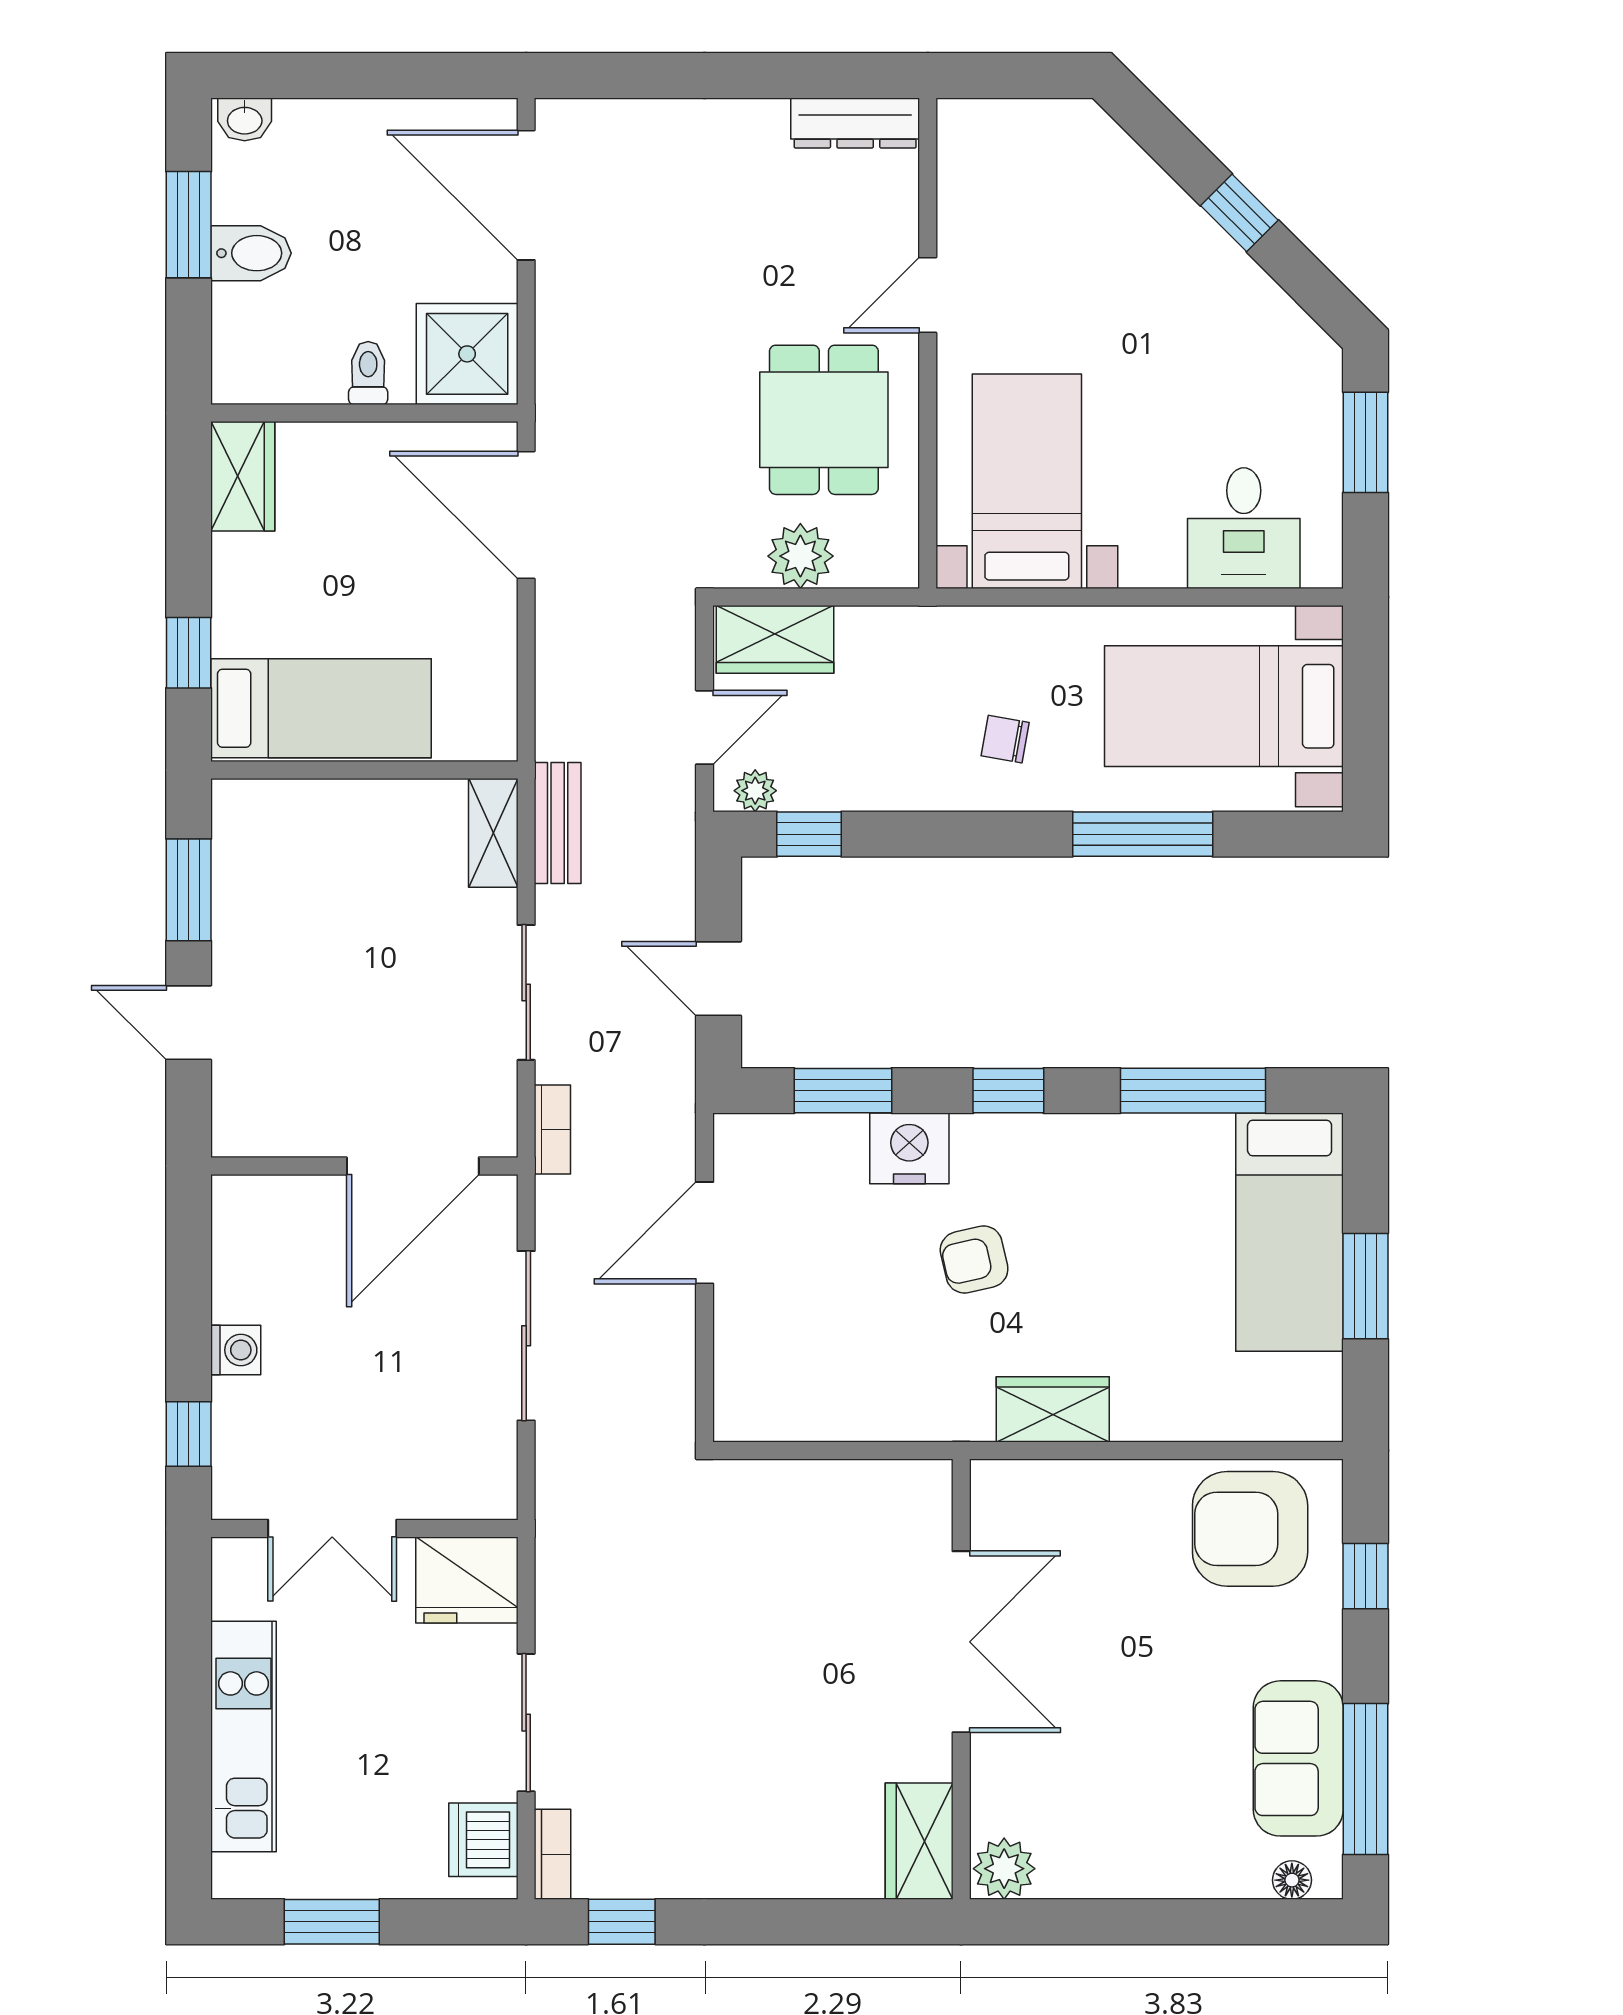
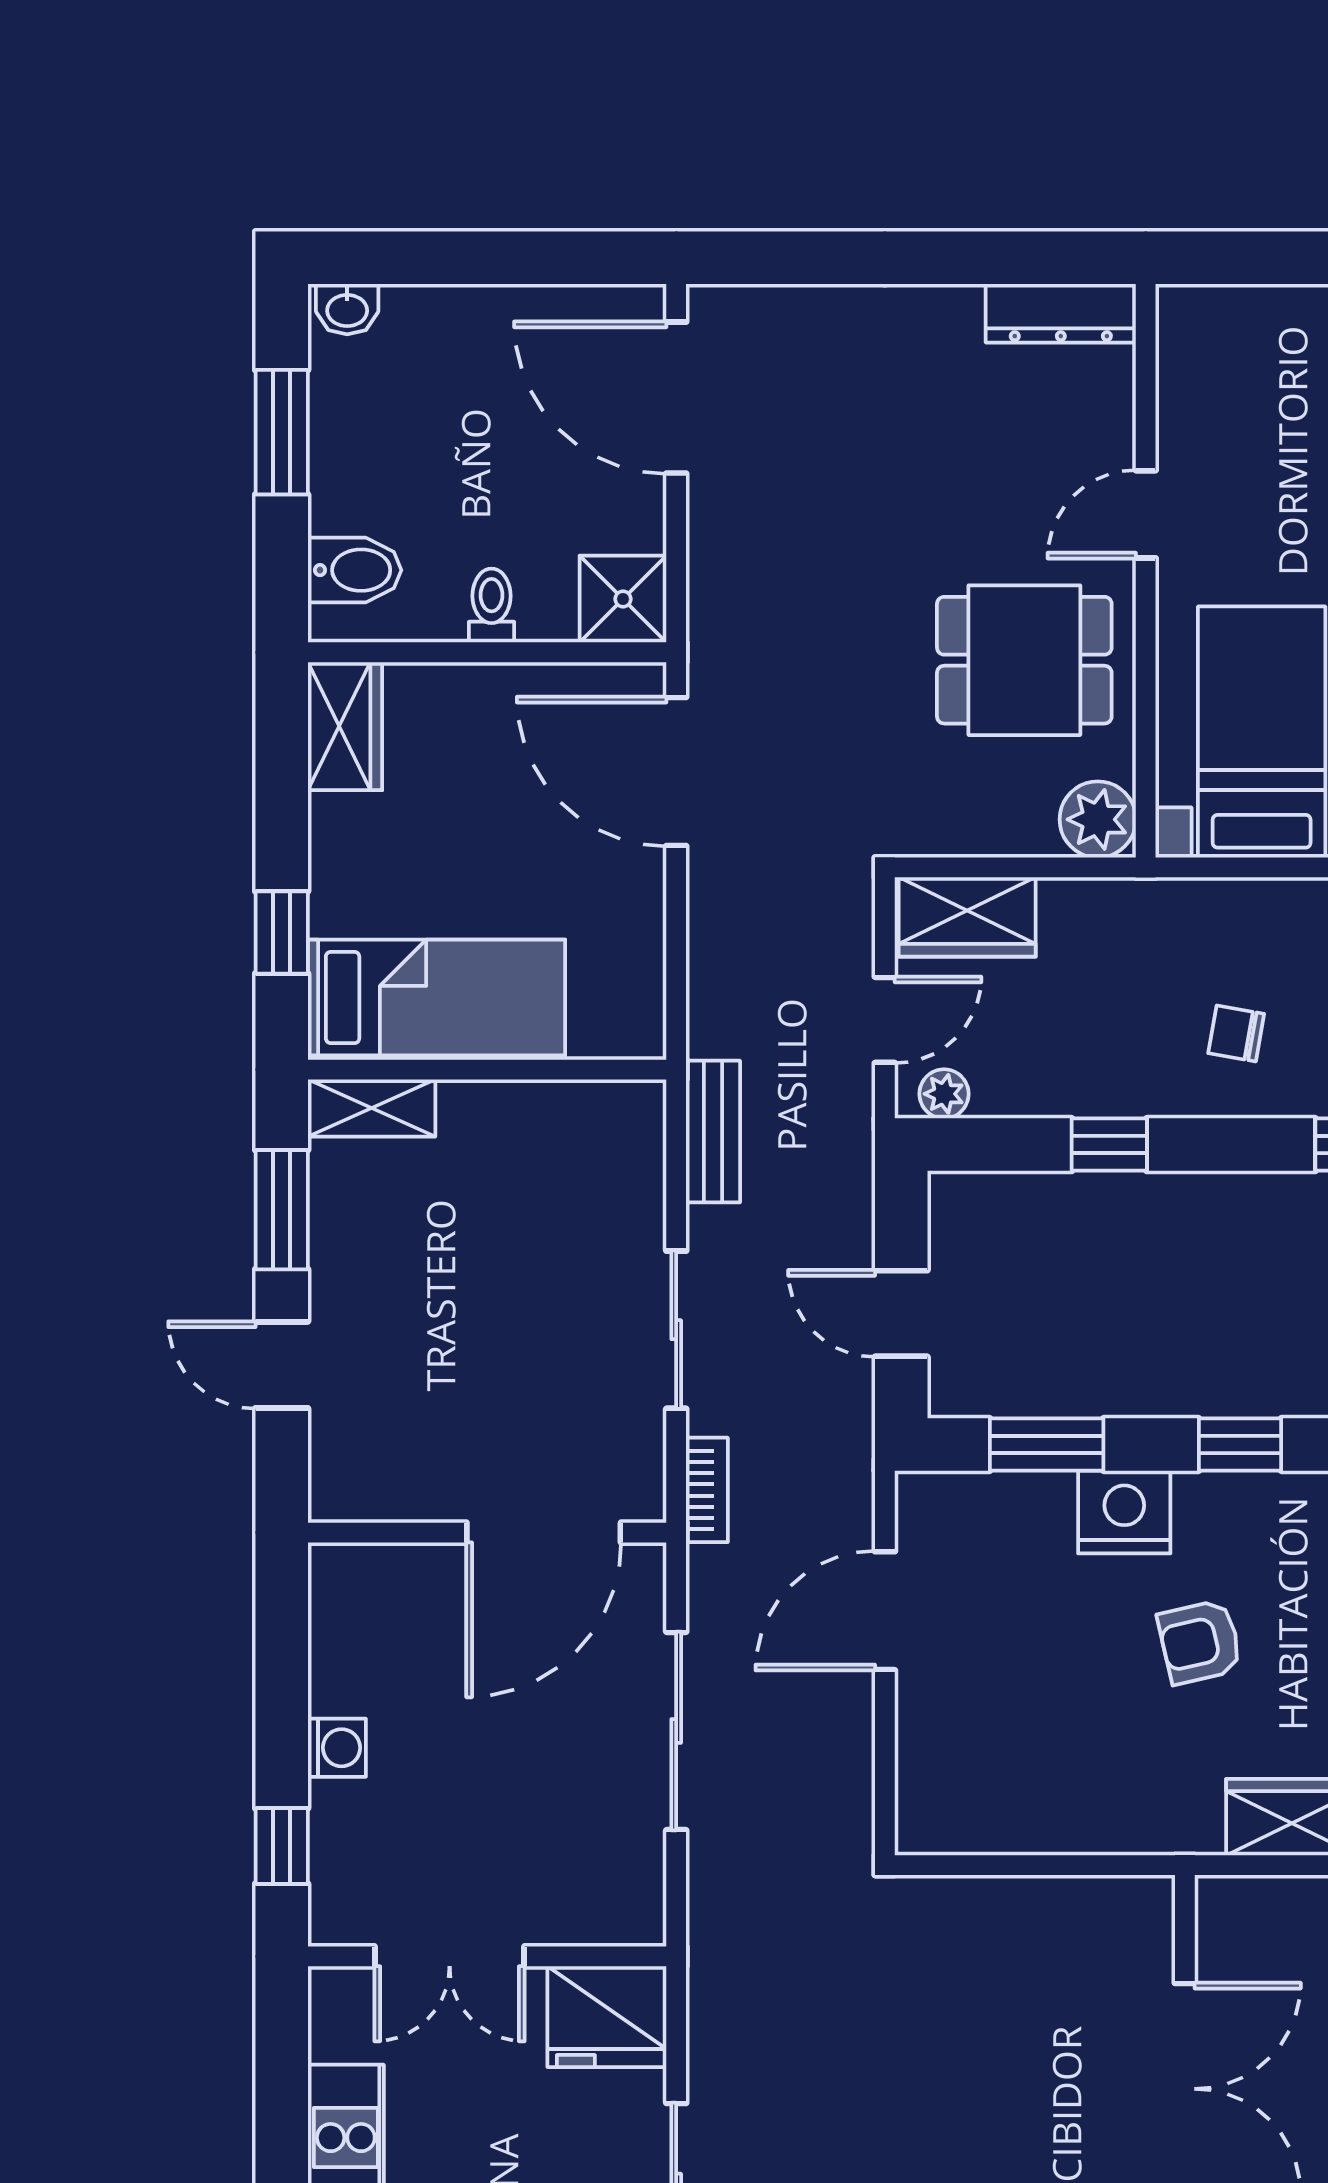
bidet: (251, 253) -> (355, 570), moved
shower: (467, 354) -> (623, 599), width x0.73, depth x0.73
dining table: (824, 420) -> (1024, 660), turned 90
plant: (800, 556) -> (1098, 819), moved
shelving: (493, 833) -> (372, 1108), moved, turned 90
window: (809, 834) -> (1109, 1145), moved

